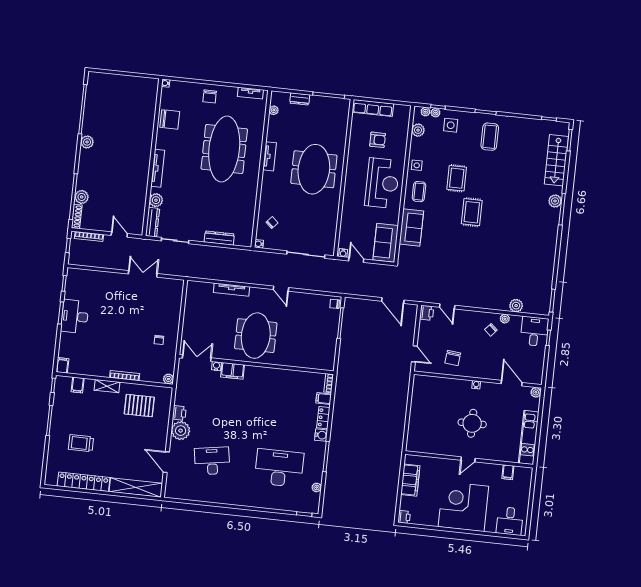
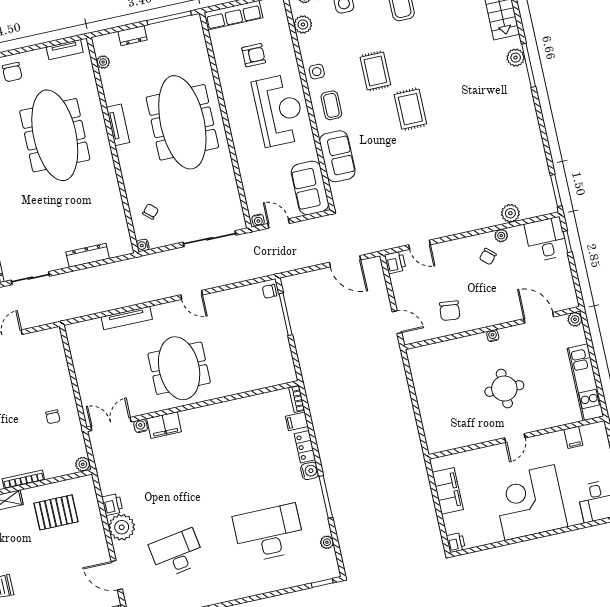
meeting table: (314, 169) -> (182, 122), width x1.36

